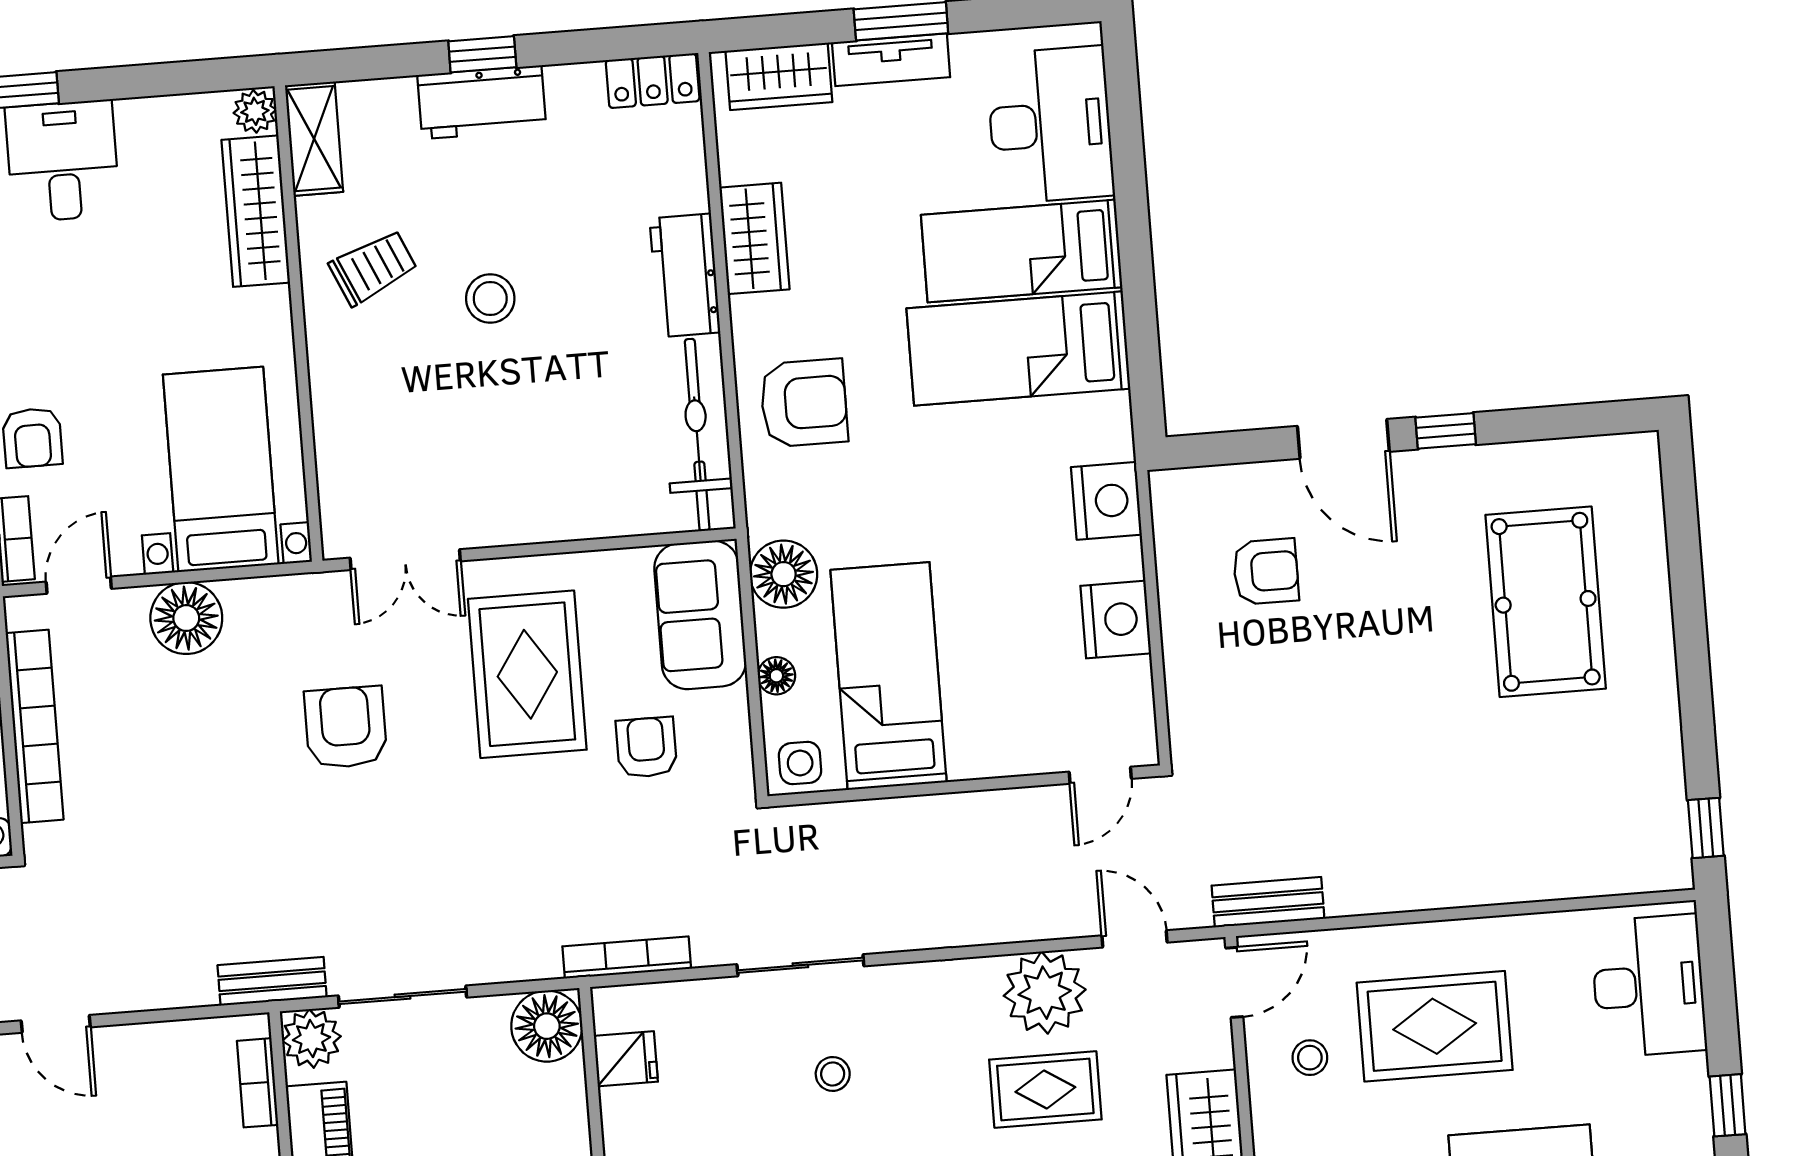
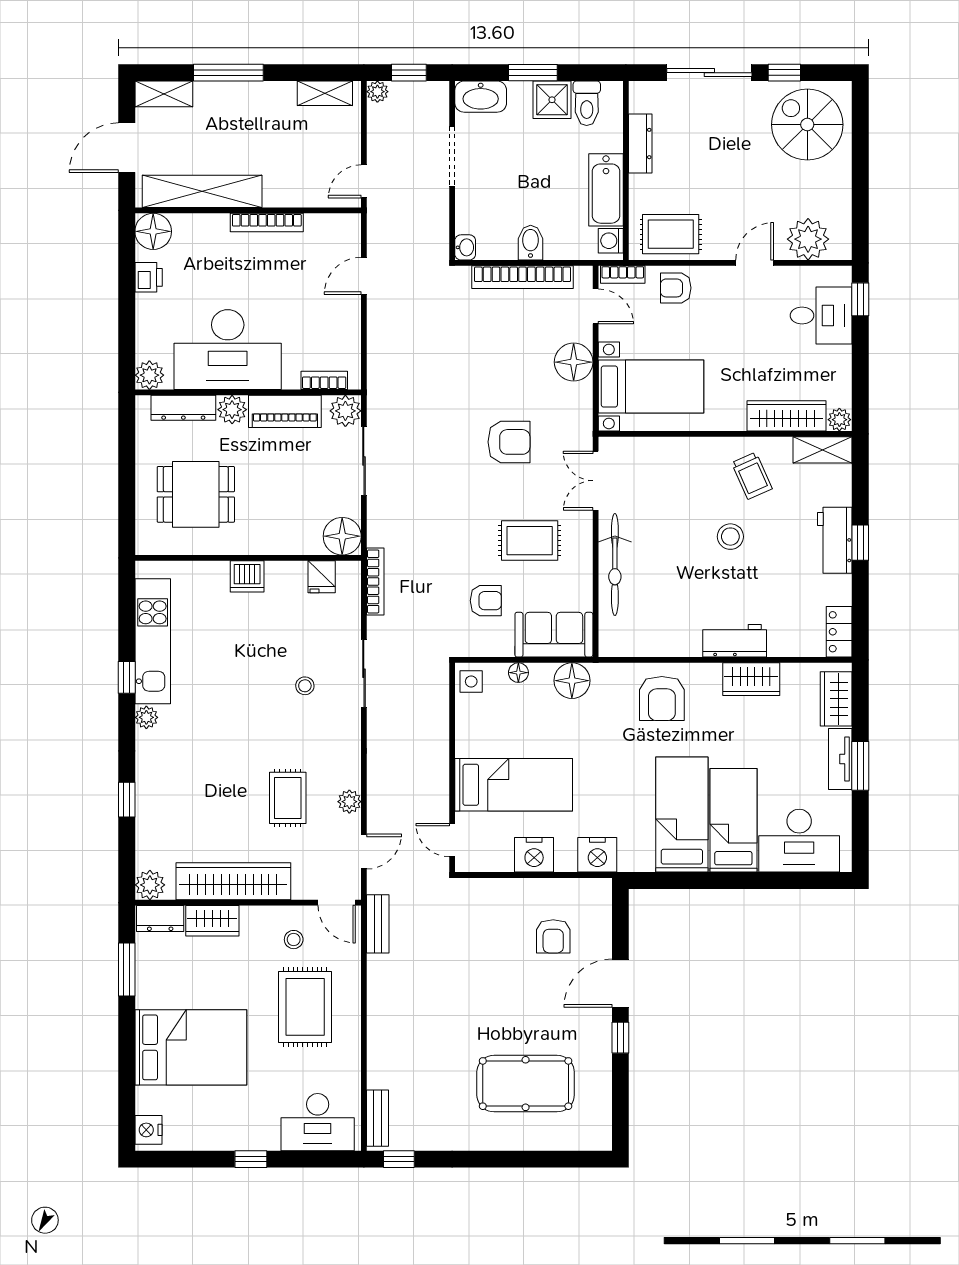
bicycle: (697, 435) -> (615, 564), moved, turned 90
rug: (527, 674) -> (530, 541), width x0.73, depth x0.70
bed: (889, 676) -> (514, 785), moved
bench: (272, 981) -> (377, 1118), moved
plant: (1045, 993) -> (349, 802), width x0.53, depth x0.53

